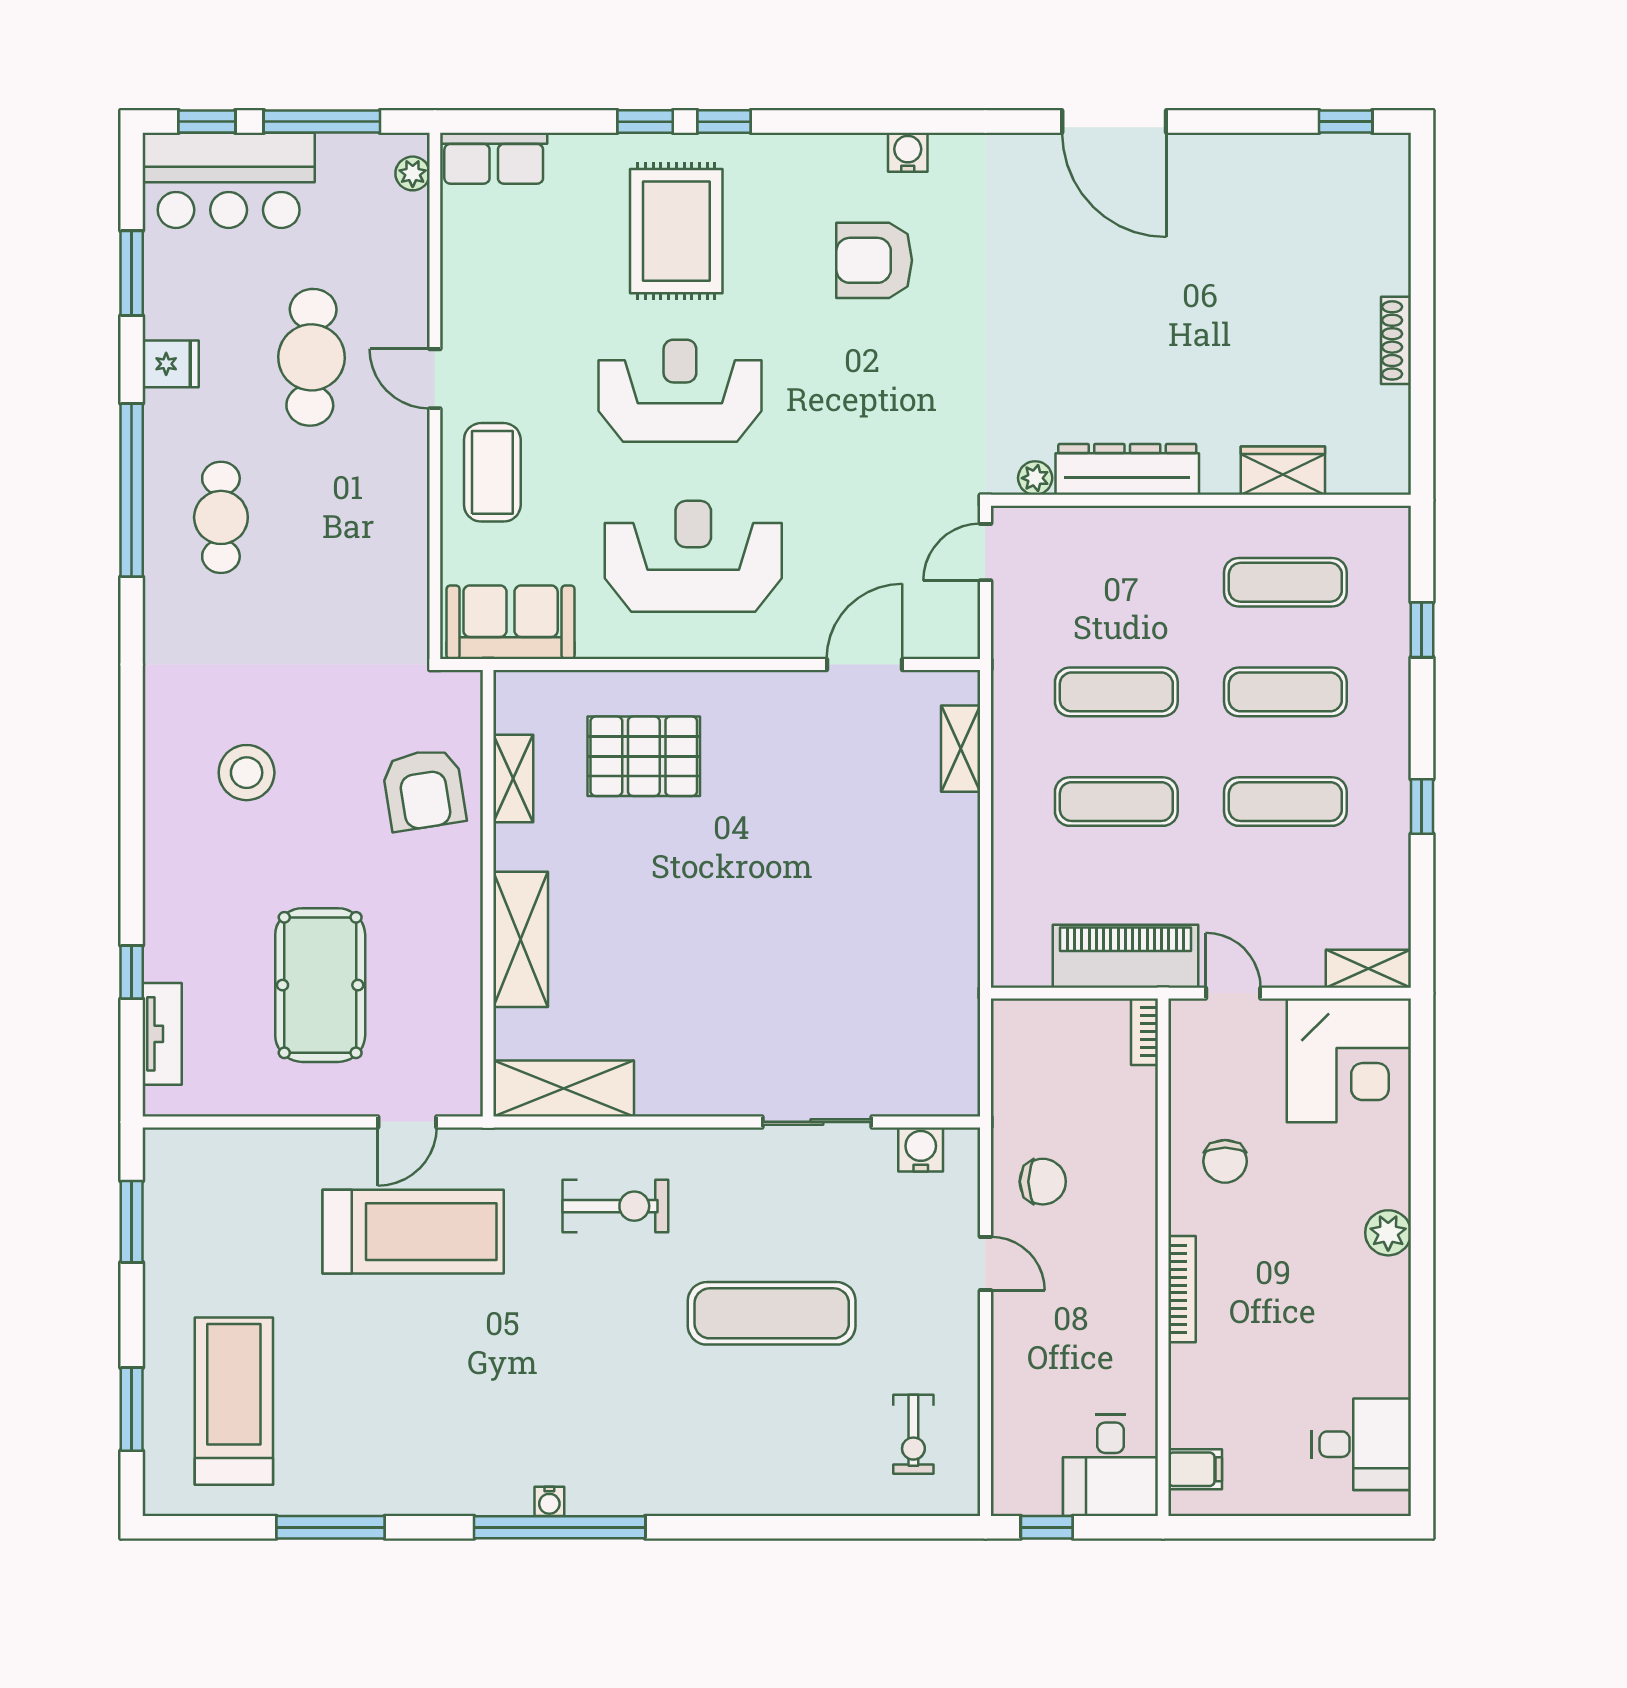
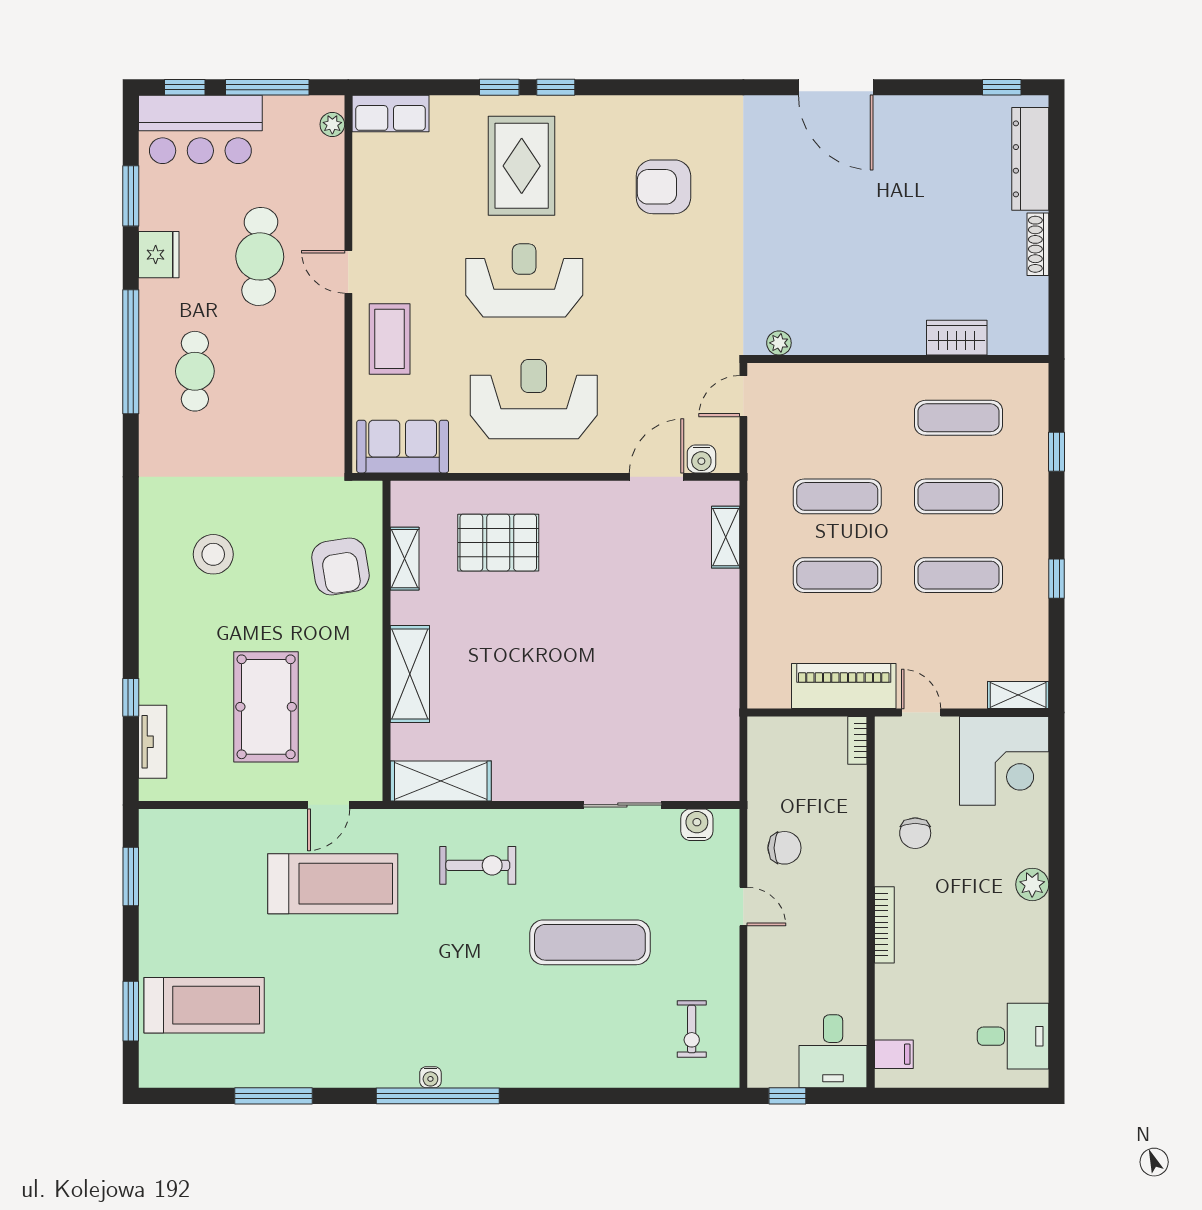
water cooler: (908, 152) -> (701, 459), moved, turned 180
fridge: (171, 364) -> (159, 255), width x1.38
dresser: (1127, 469) -> (1030, 159), moved, turned -90
treadmill: (234, 1401) -> (204, 1005), turned 90

